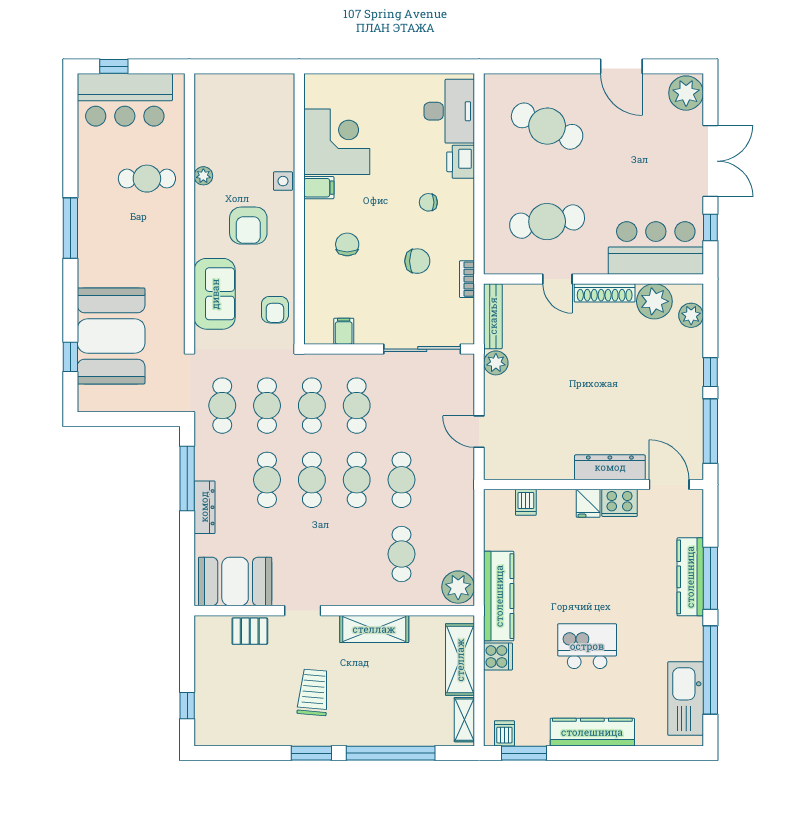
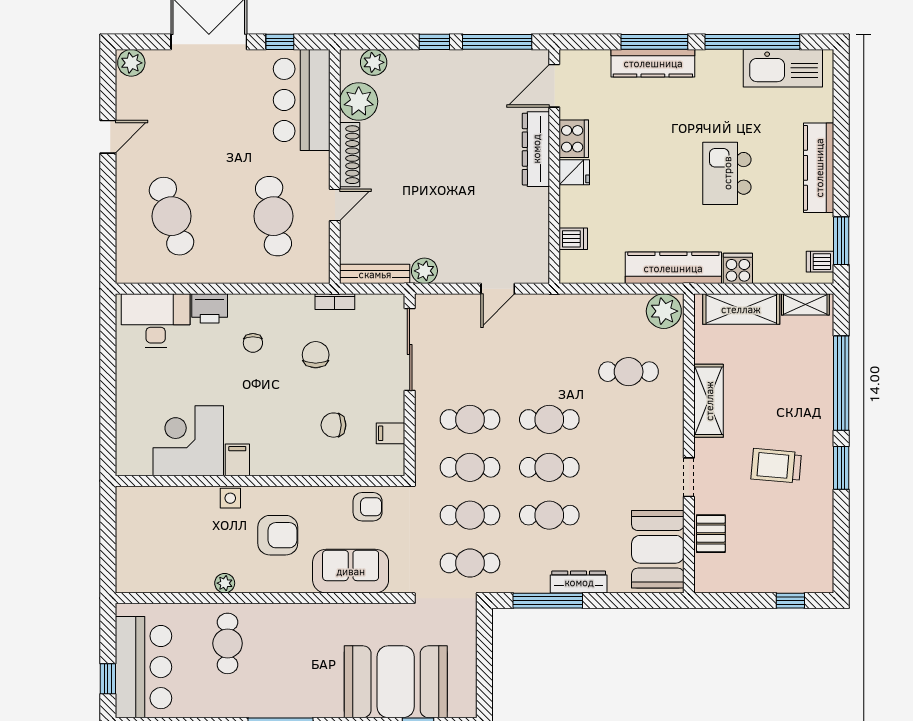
door: (621, 66) -> (108, 137), width x0.73
plant: (686, 93) -> (131, 63), width x0.73, depth x0.73
cafe table: (547, 126) -> (172, 216), turned -42
chair: (347, 244) -> (333, 425), moved
cafe table: (401, 480) -> (549, 372), removed

